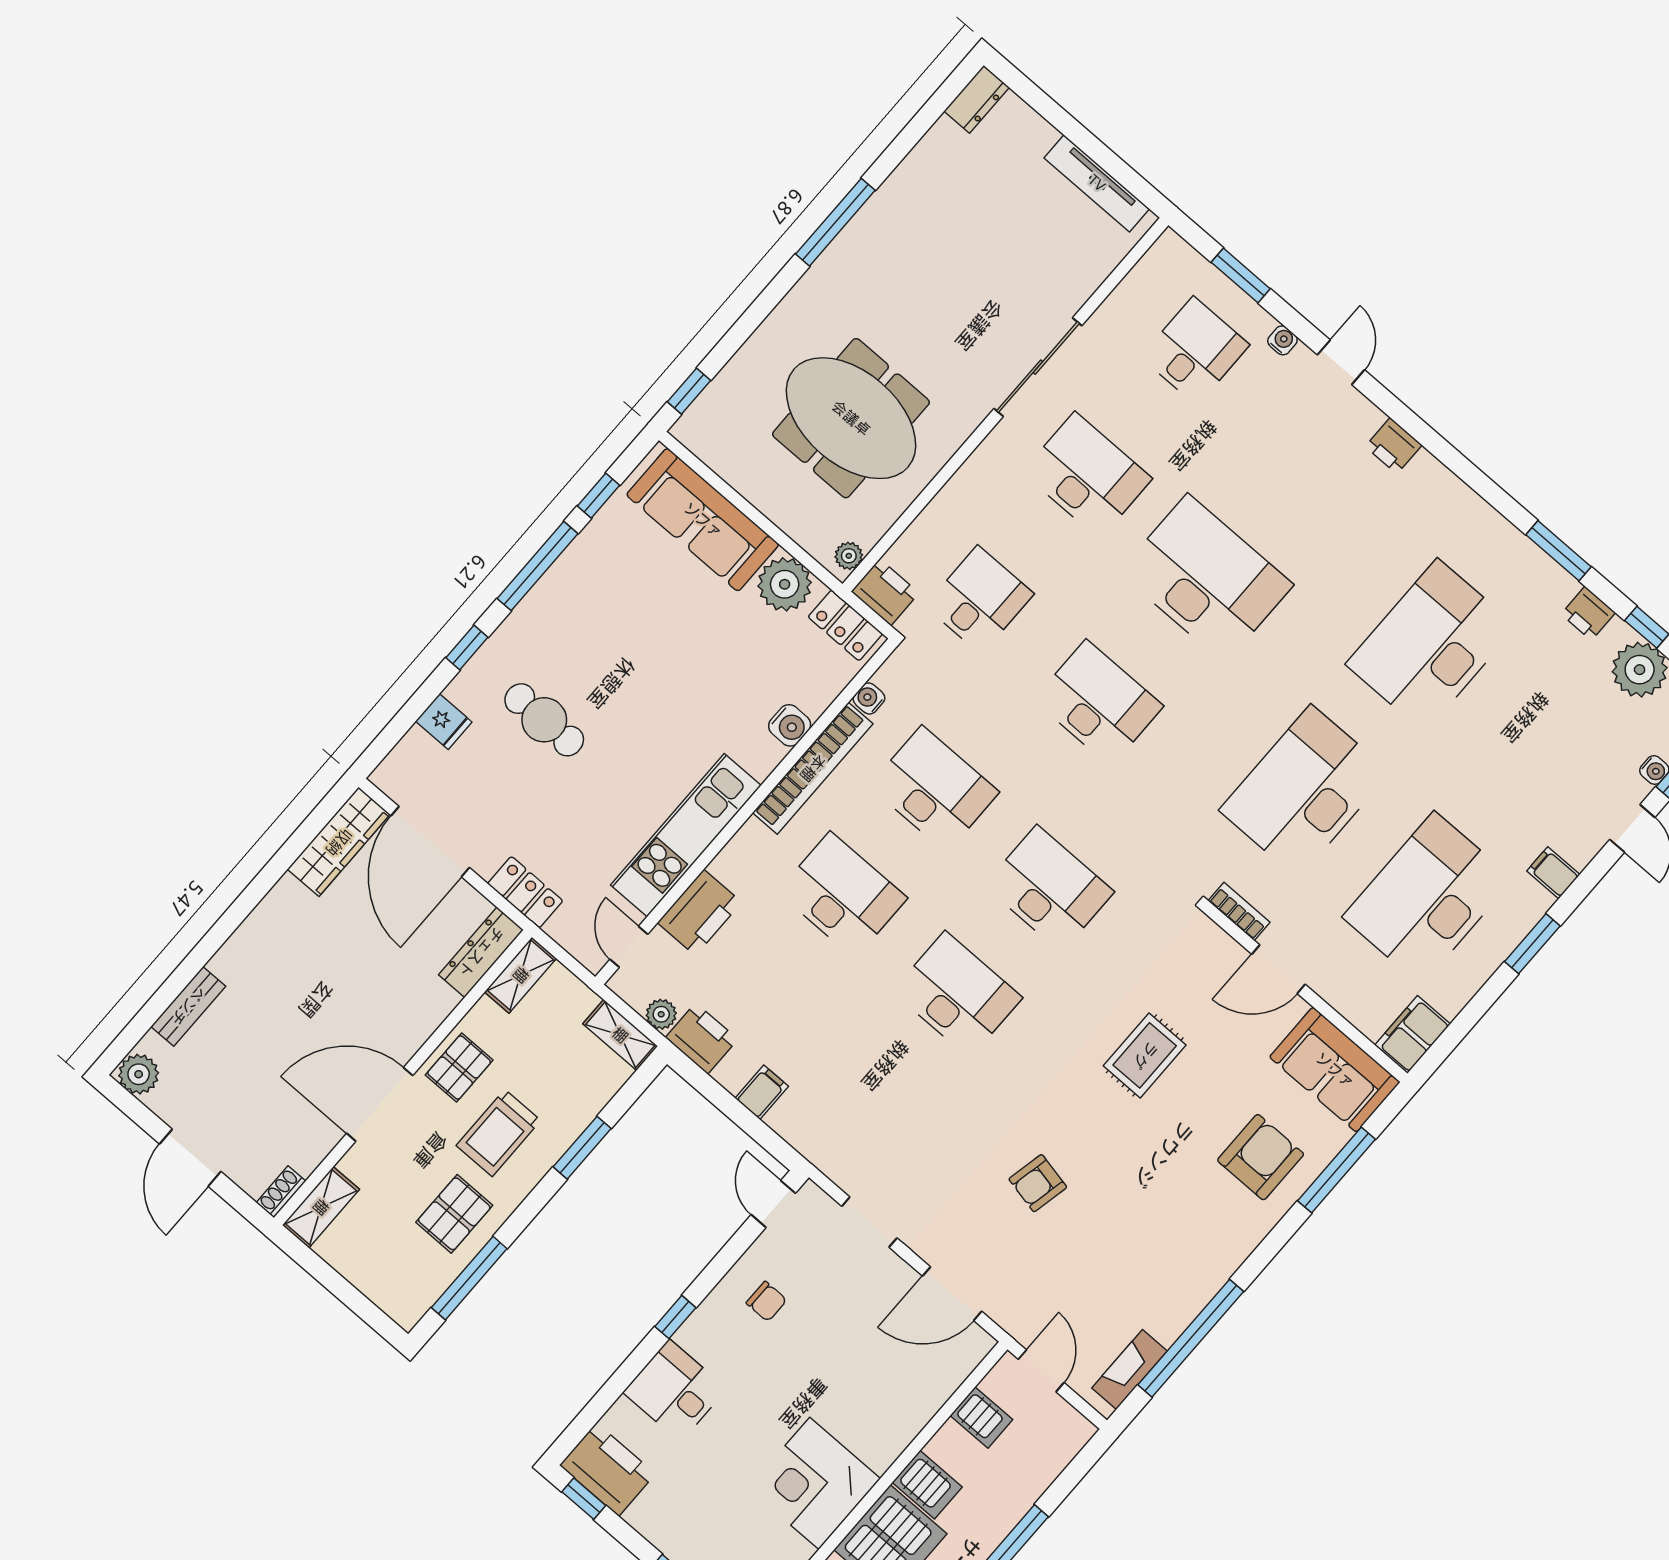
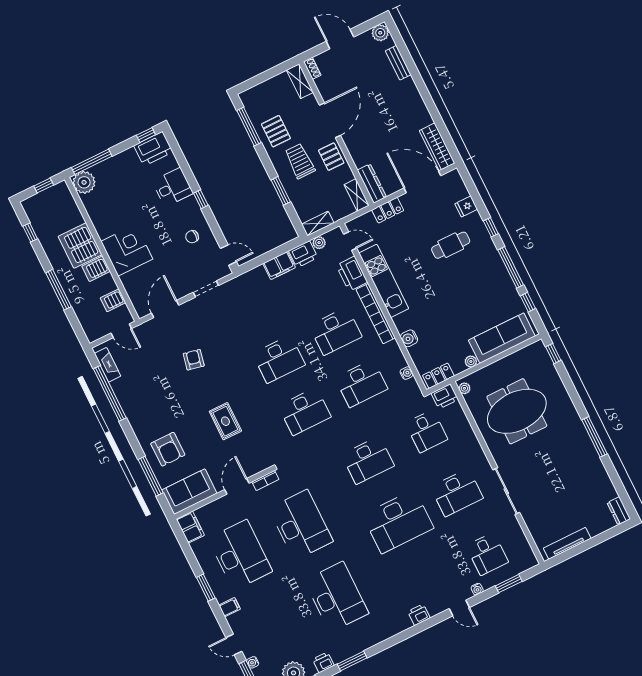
plant: (785, 584) -> (471, 361), width x0.53, depth x0.53
bookcase: (813, 768) -> (376, 314), moved
filing cabinet: (762, 1092) -> (279, 265), width x2.00
corner desk: (814, 1483) -> (127, 250), moved

